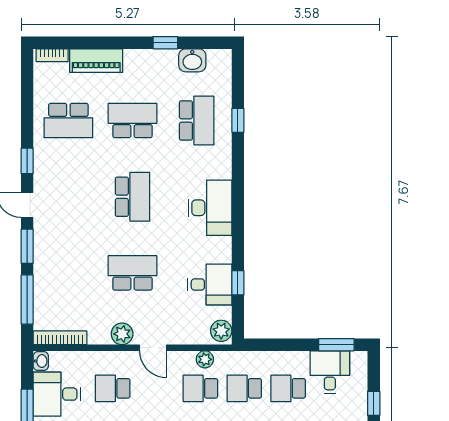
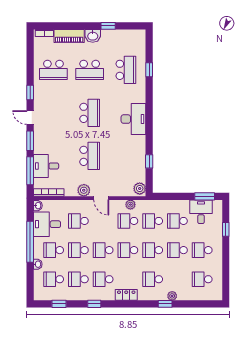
washbasin: (192, 60) -> (93, 36), moved
school desk: (133, 121) -> (90, 70), turned 180
school desk: (133, 273) -> (90, 156), turned 90
desk: (210, 285) -> (46, 166), moved, turned 180

